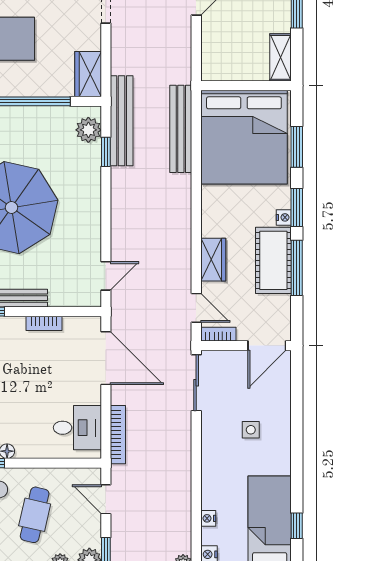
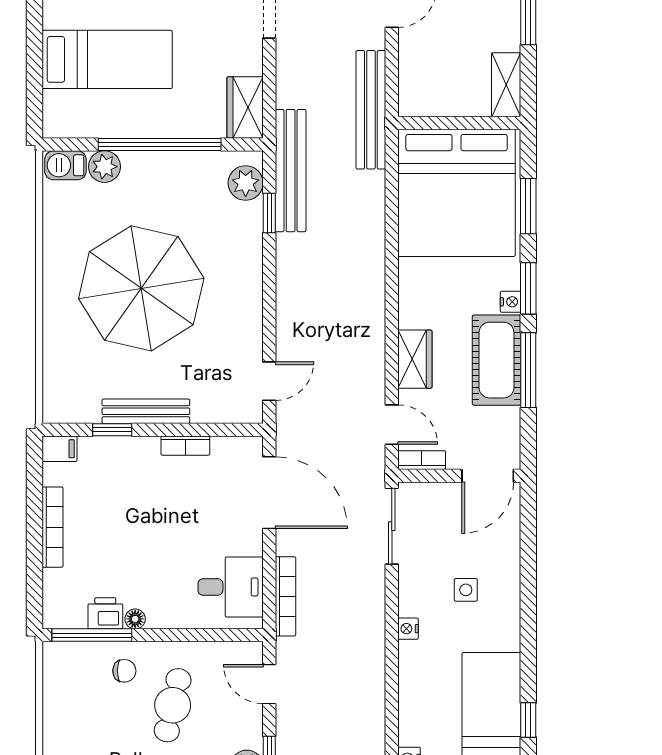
bench: (181, 129) -> (371, 110), moved
nightstand: (208, 518) -> (408, 629), moved

